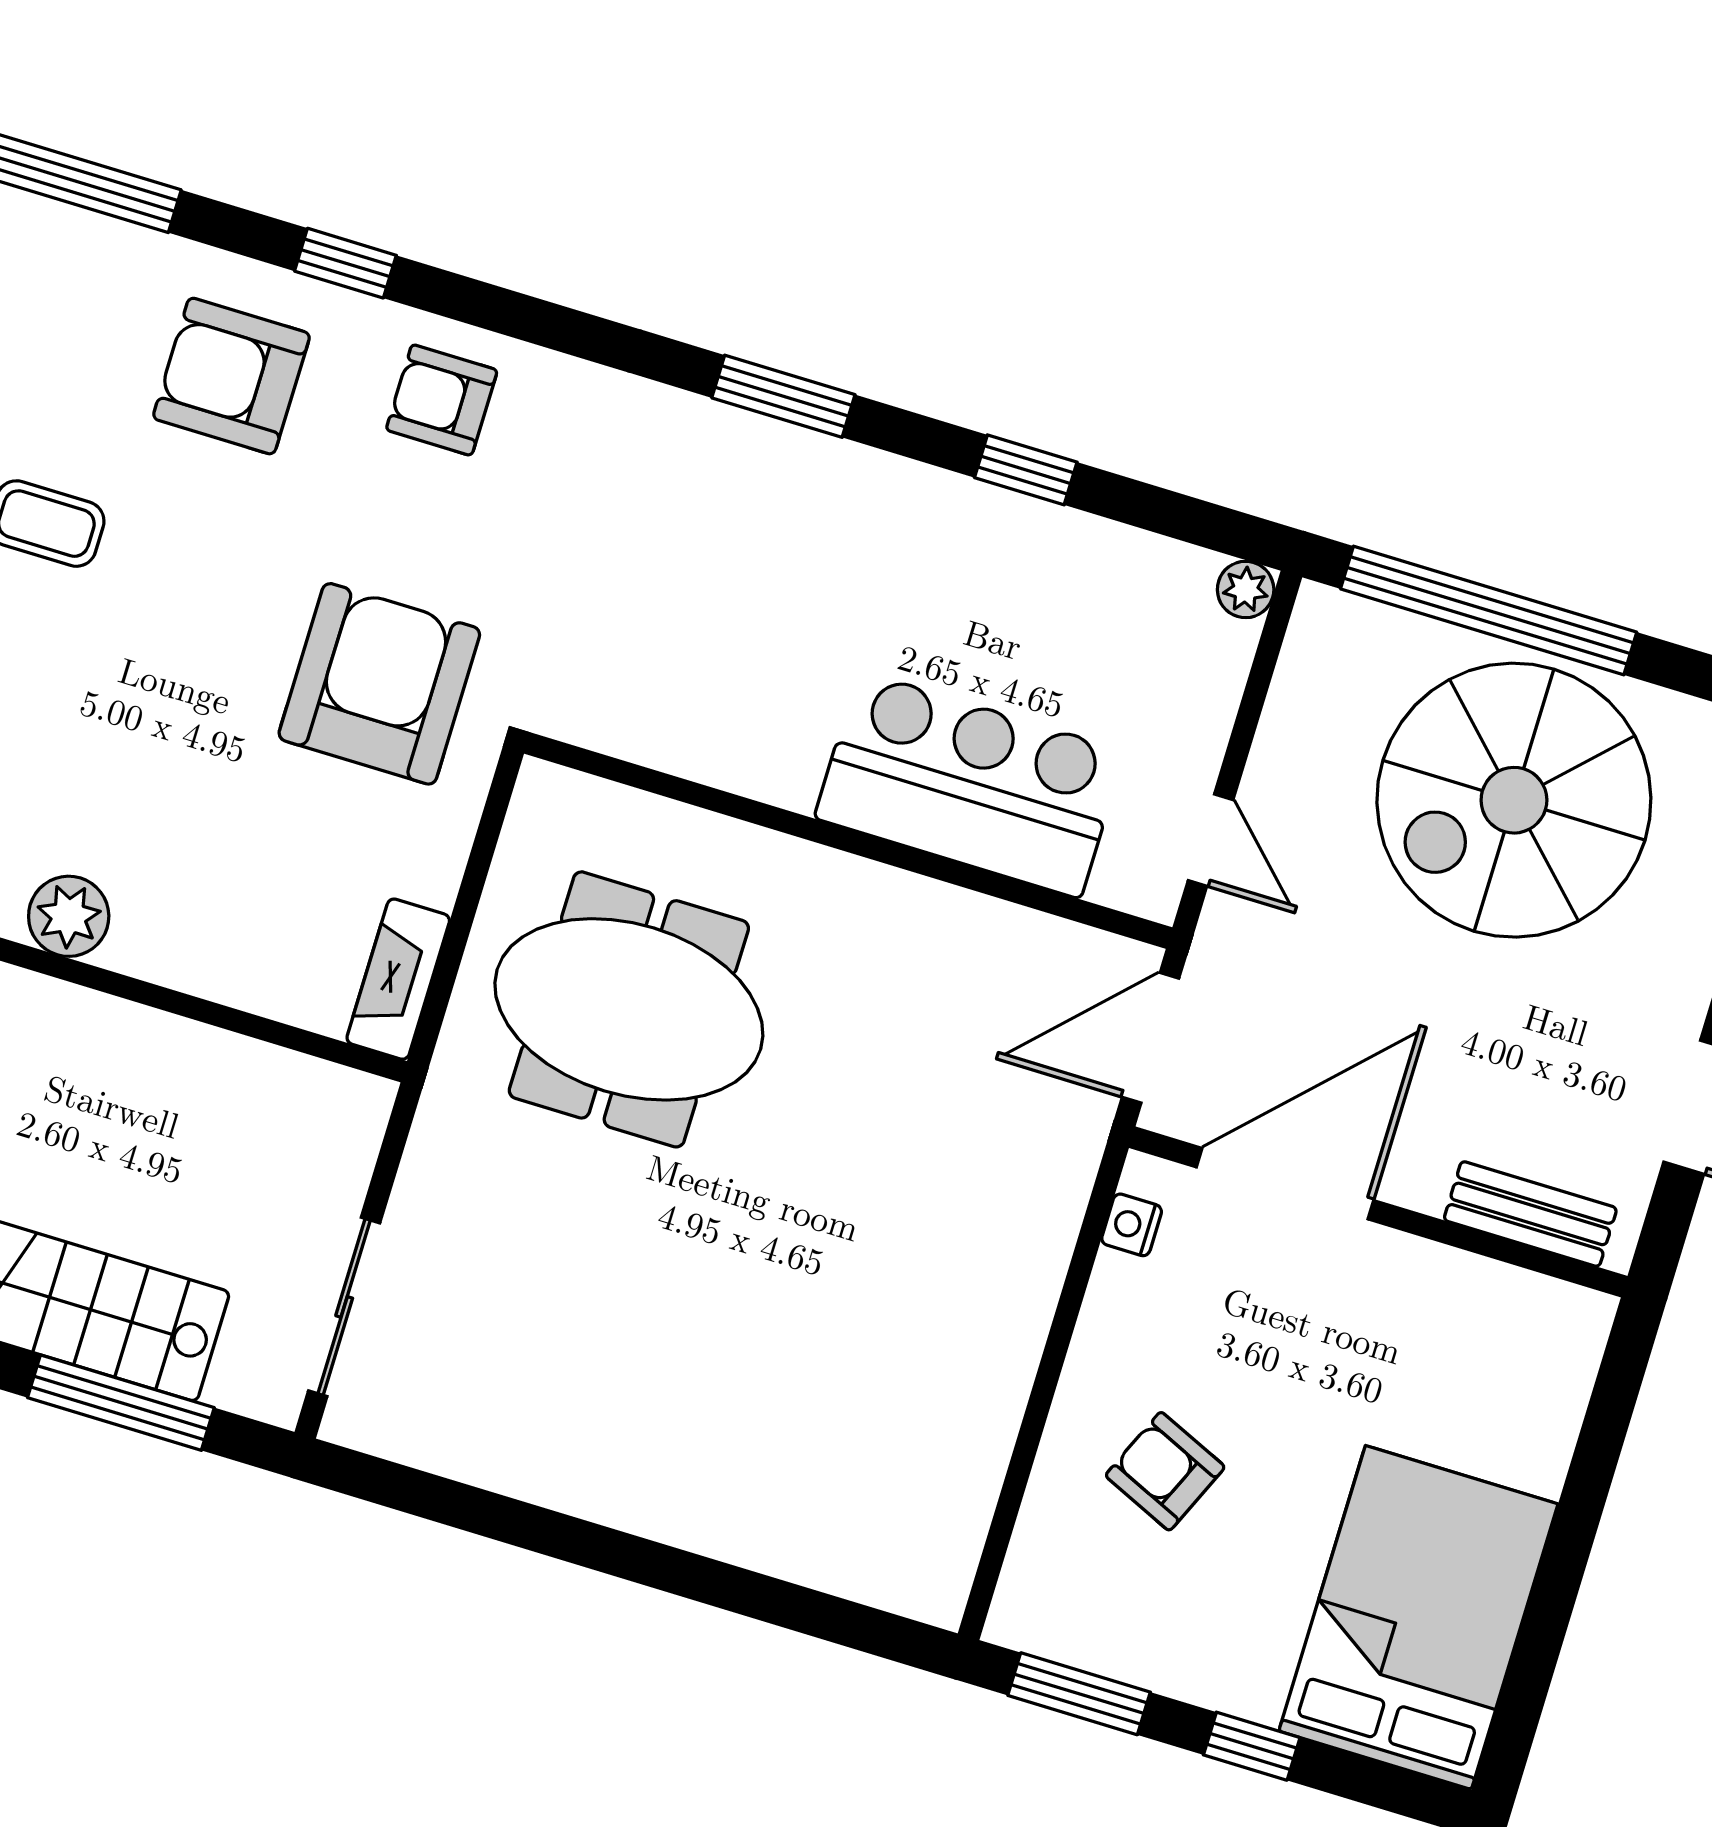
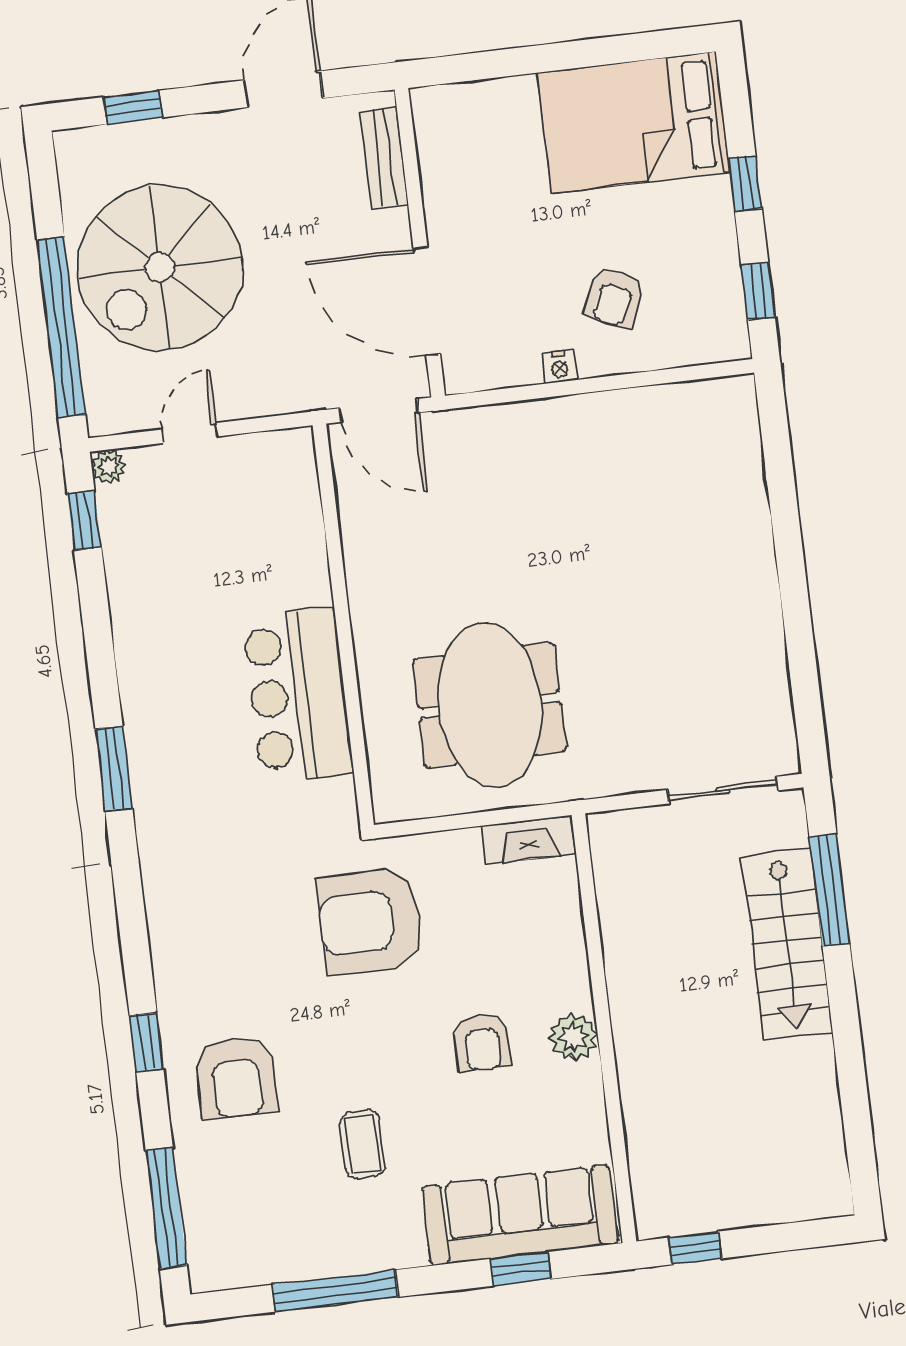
armchair: (442, 400) -> (482, 1042), moved
window: (1026, 470) -> (84, 521), moved
bar counter: (970, 785) -> (298, 695), moved
spiral stairs: (1514, 800) -> (160, 268), turned 90
door: (1211, 840) -> (190, 433), moved
nightstand: (1132, 1225) -> (560, 367), moved
window: (1079, 1694) -> (758, 291), width x0.67

